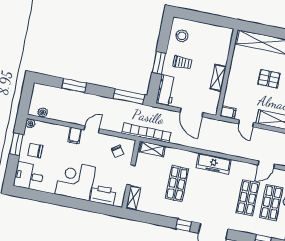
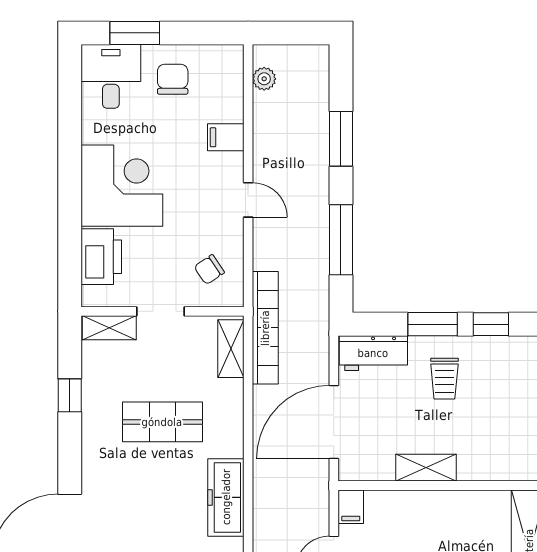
stool: (182, 36) -> (506, 365), removed
window: (164, 39) -> (491, 324), added
window: (129, 97) -> (341, 240), moved
door: (191, 112) -> (334, 422), width x1.36
plant: (30, 123) -> (233, 55), removed
filing cabinet: (75, 136) -> (226, 137), moved
window: (16, 144) -> (135, 33), moved
window: (184, 225) -> (70, 395), moved

